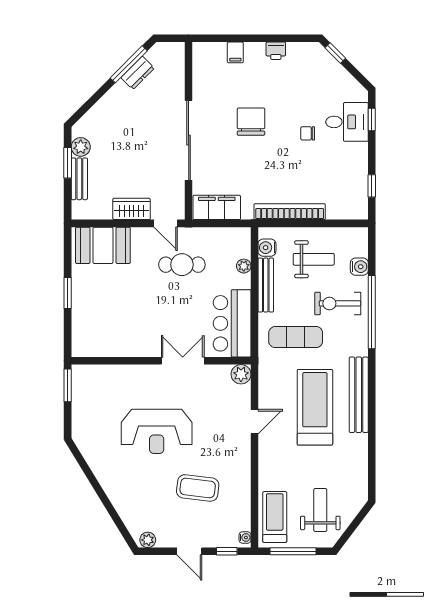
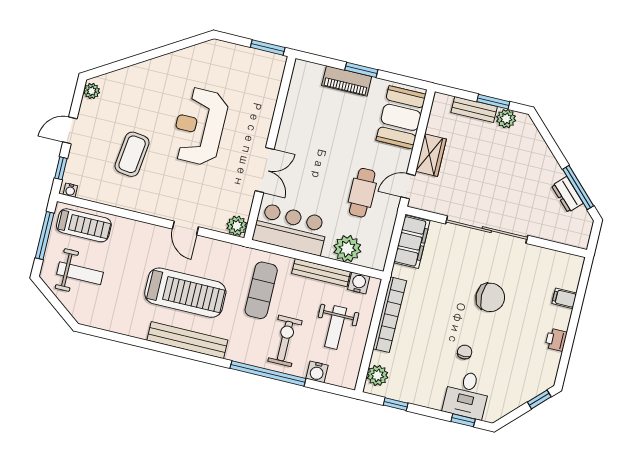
plant: (349, 209) -> (377, 375), added
plant: (244, 266) -> (347, 249), width x1.88, depth x1.88
piano: (81, 304) -> (347, 81), added

